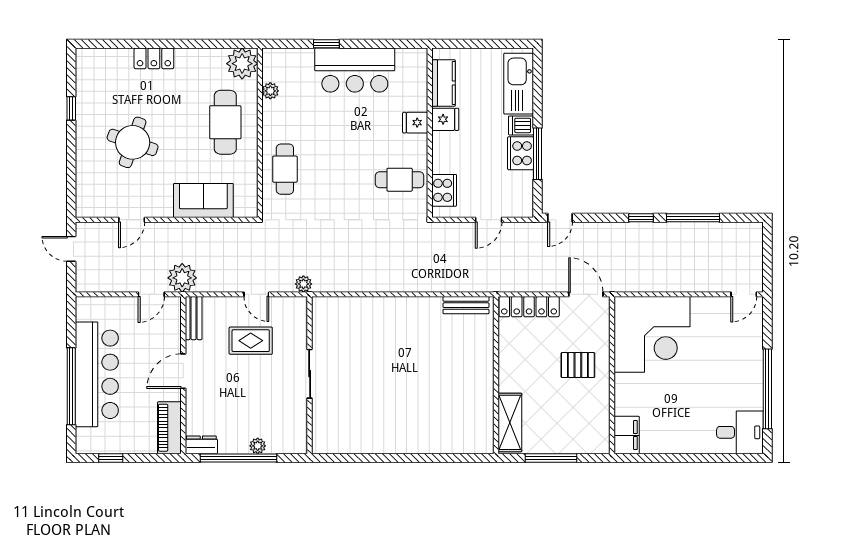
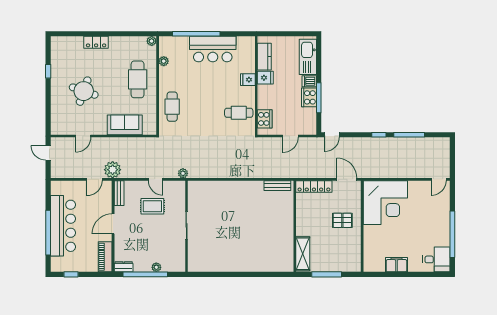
window: (326, 44) -> (196, 34), width x3.17
plant: (242, 64) -> (152, 41), width x0.53, depth x0.53
filing cabinet: (627, 435) -> (396, 265), moved, turned -90

